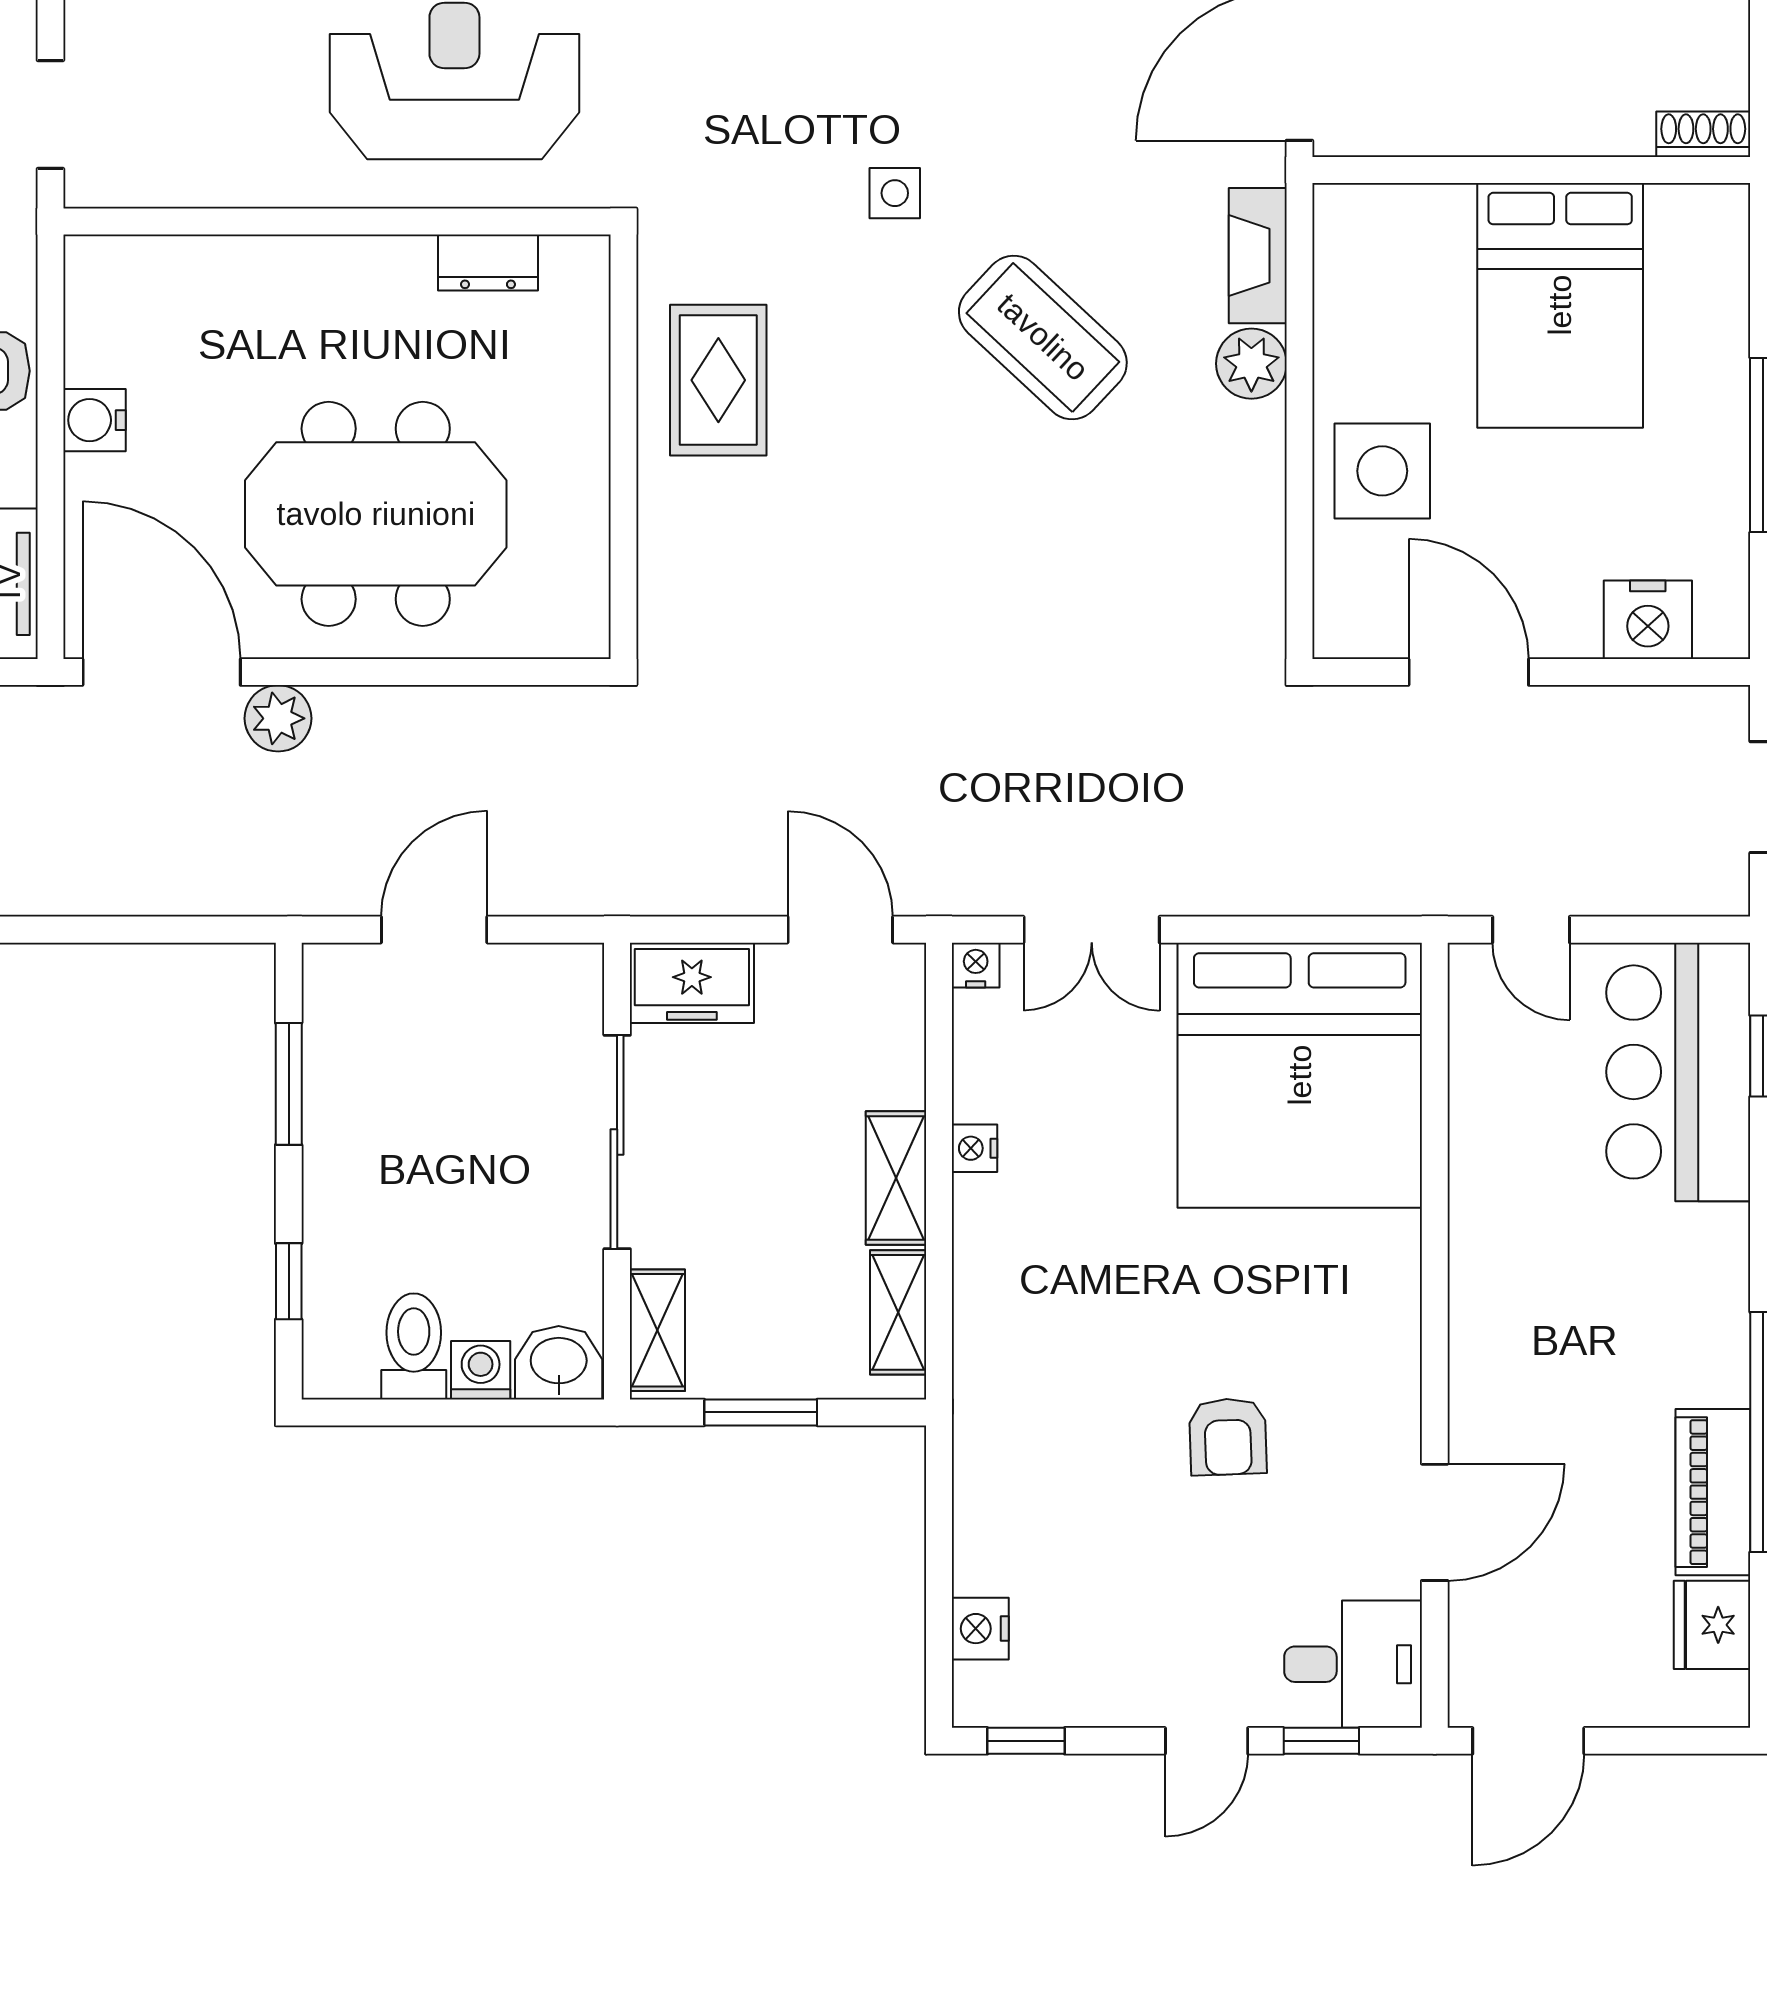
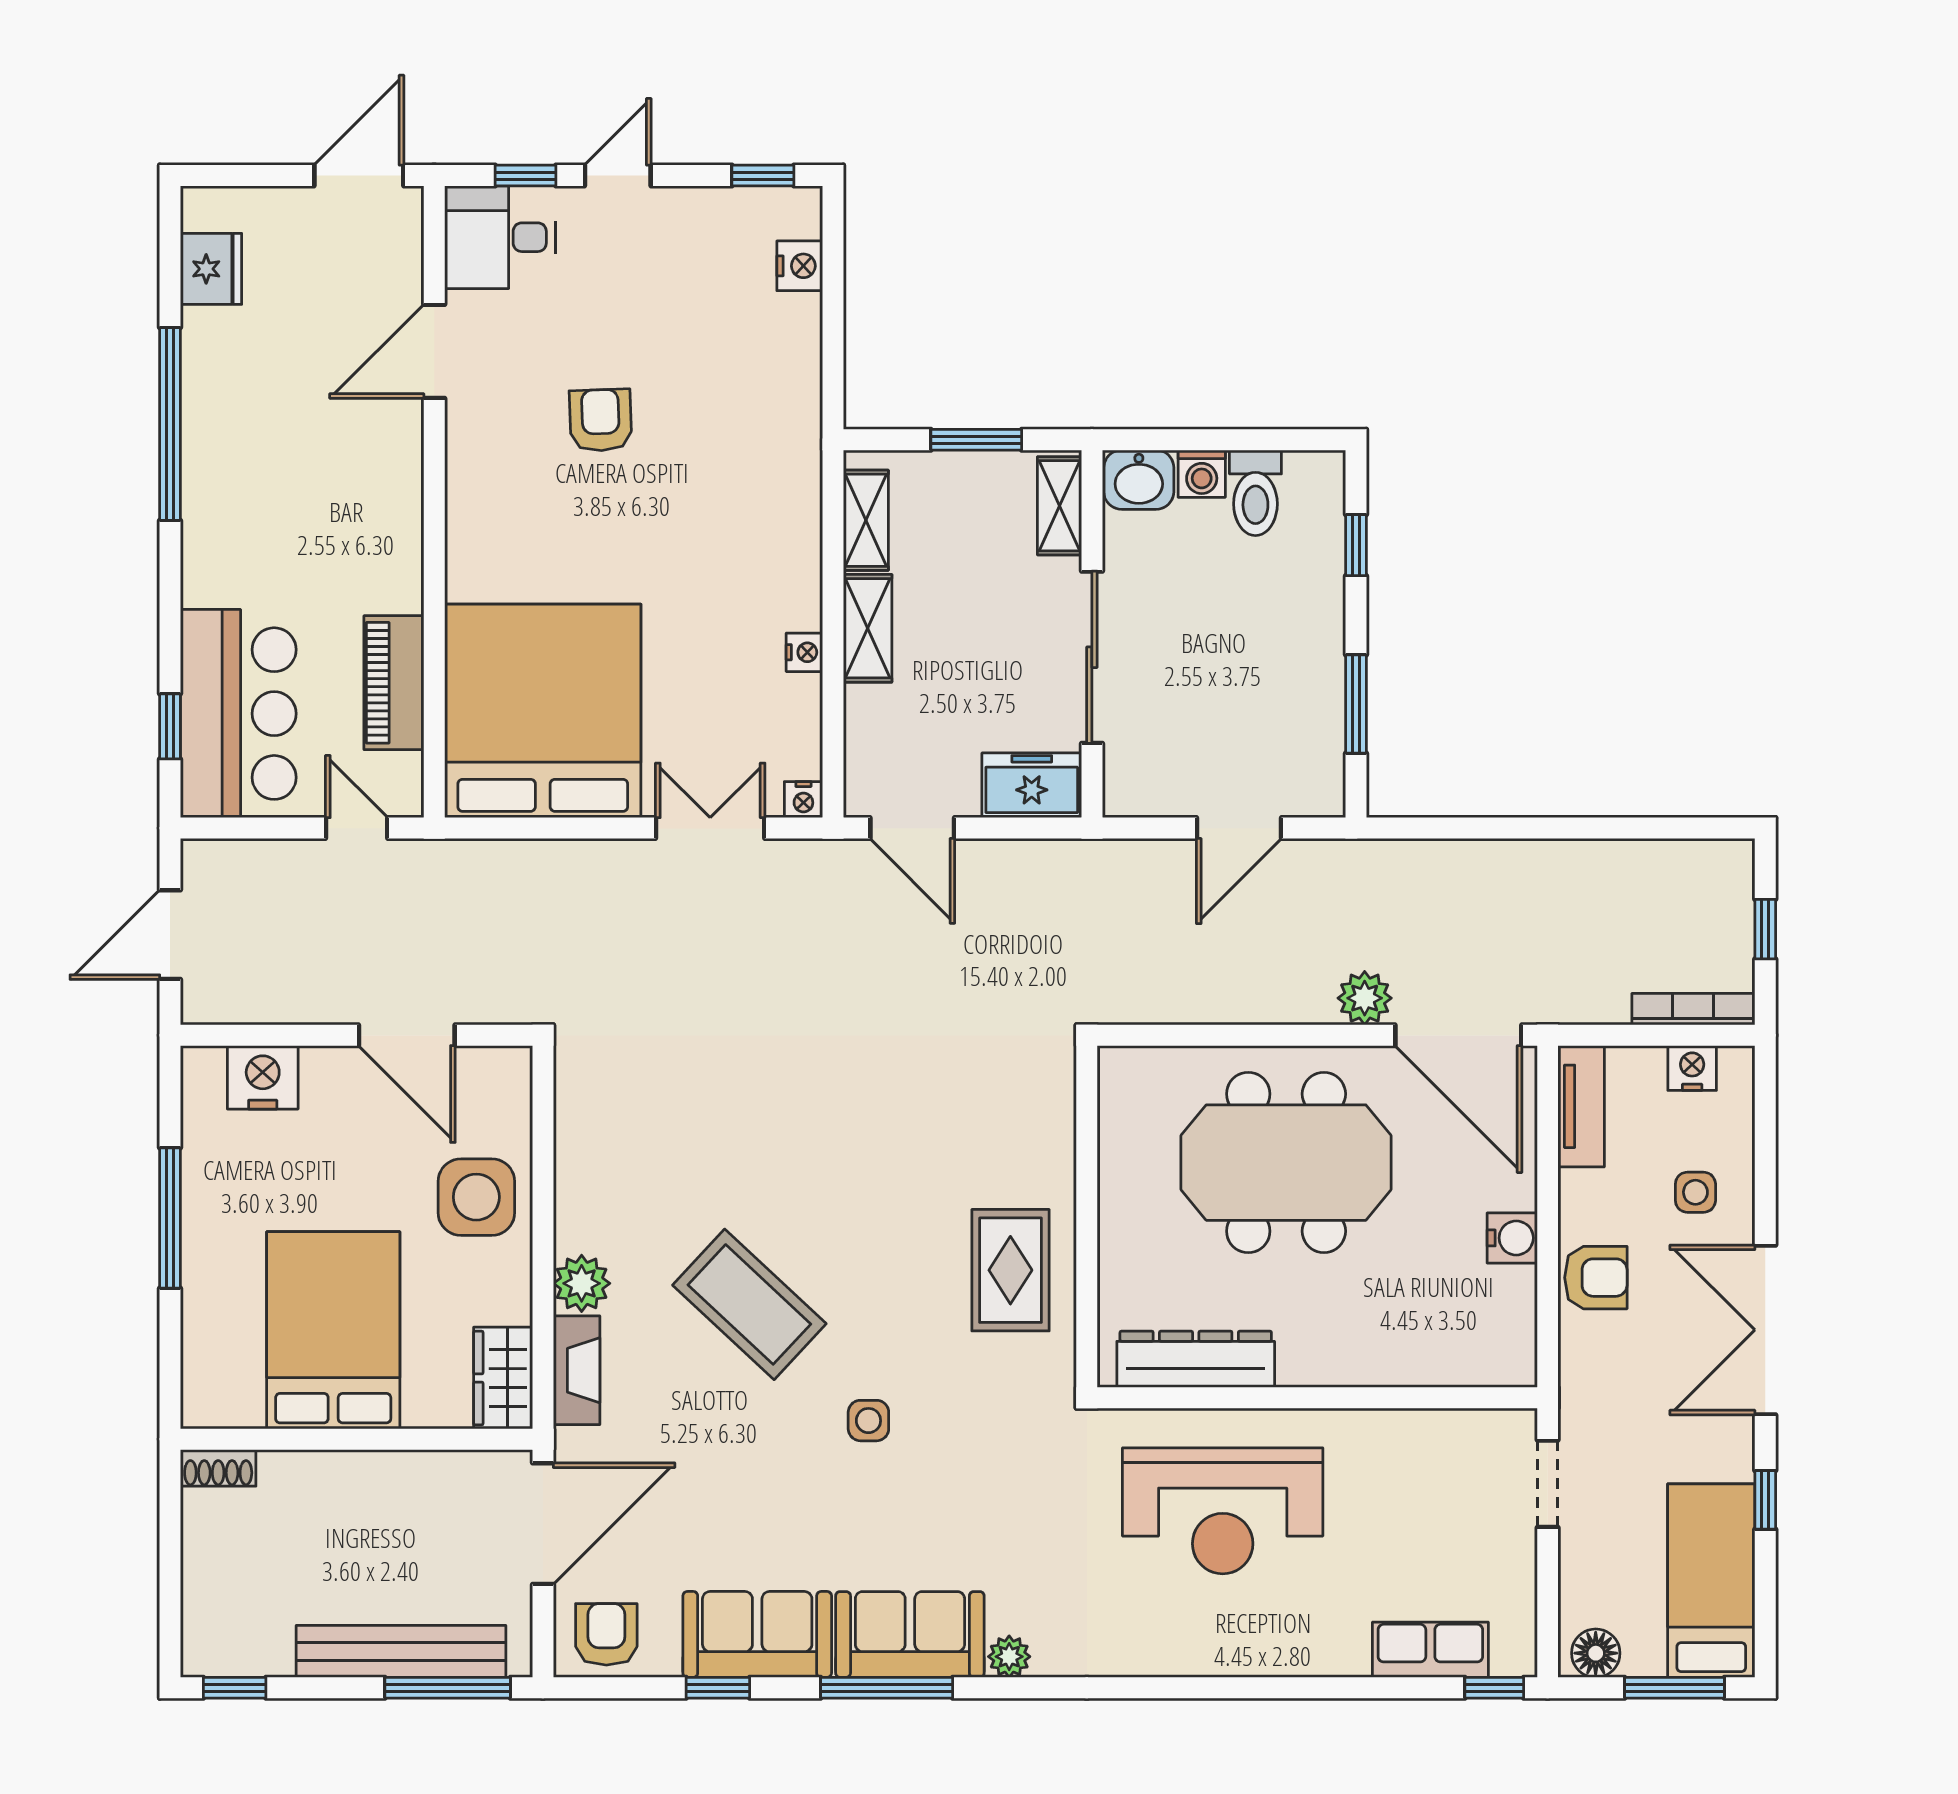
wardrobe: (1349, 246) -> (503, 1378), added
dresser: (488, 262) -> (1196, 1359), width x1.96, depth x1.24
piano: (1713, 1492) -> (394, 683), moved, turned 180

